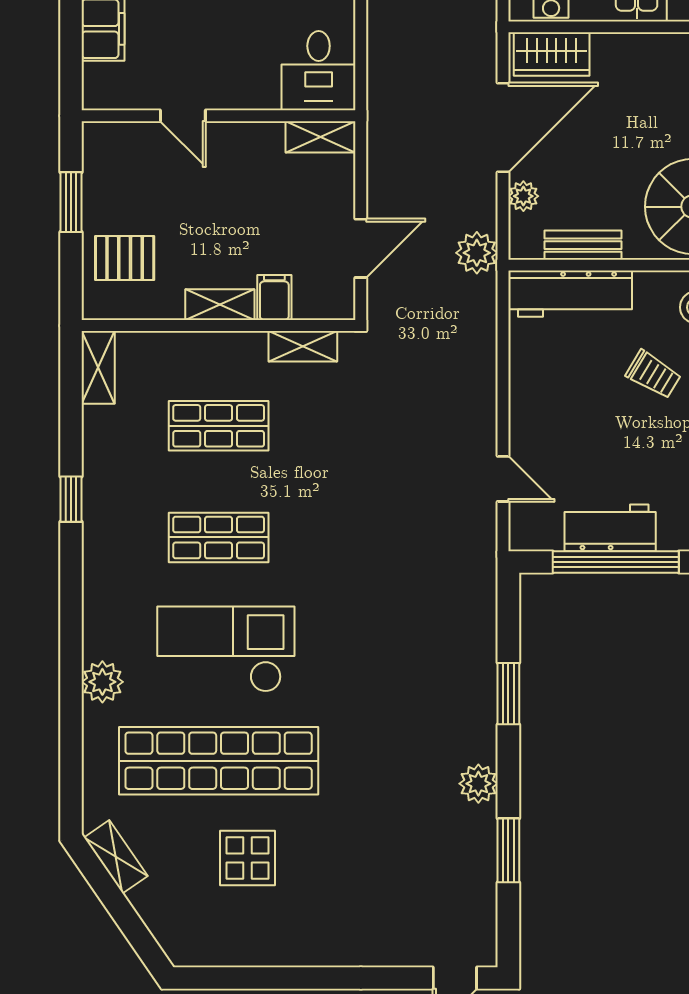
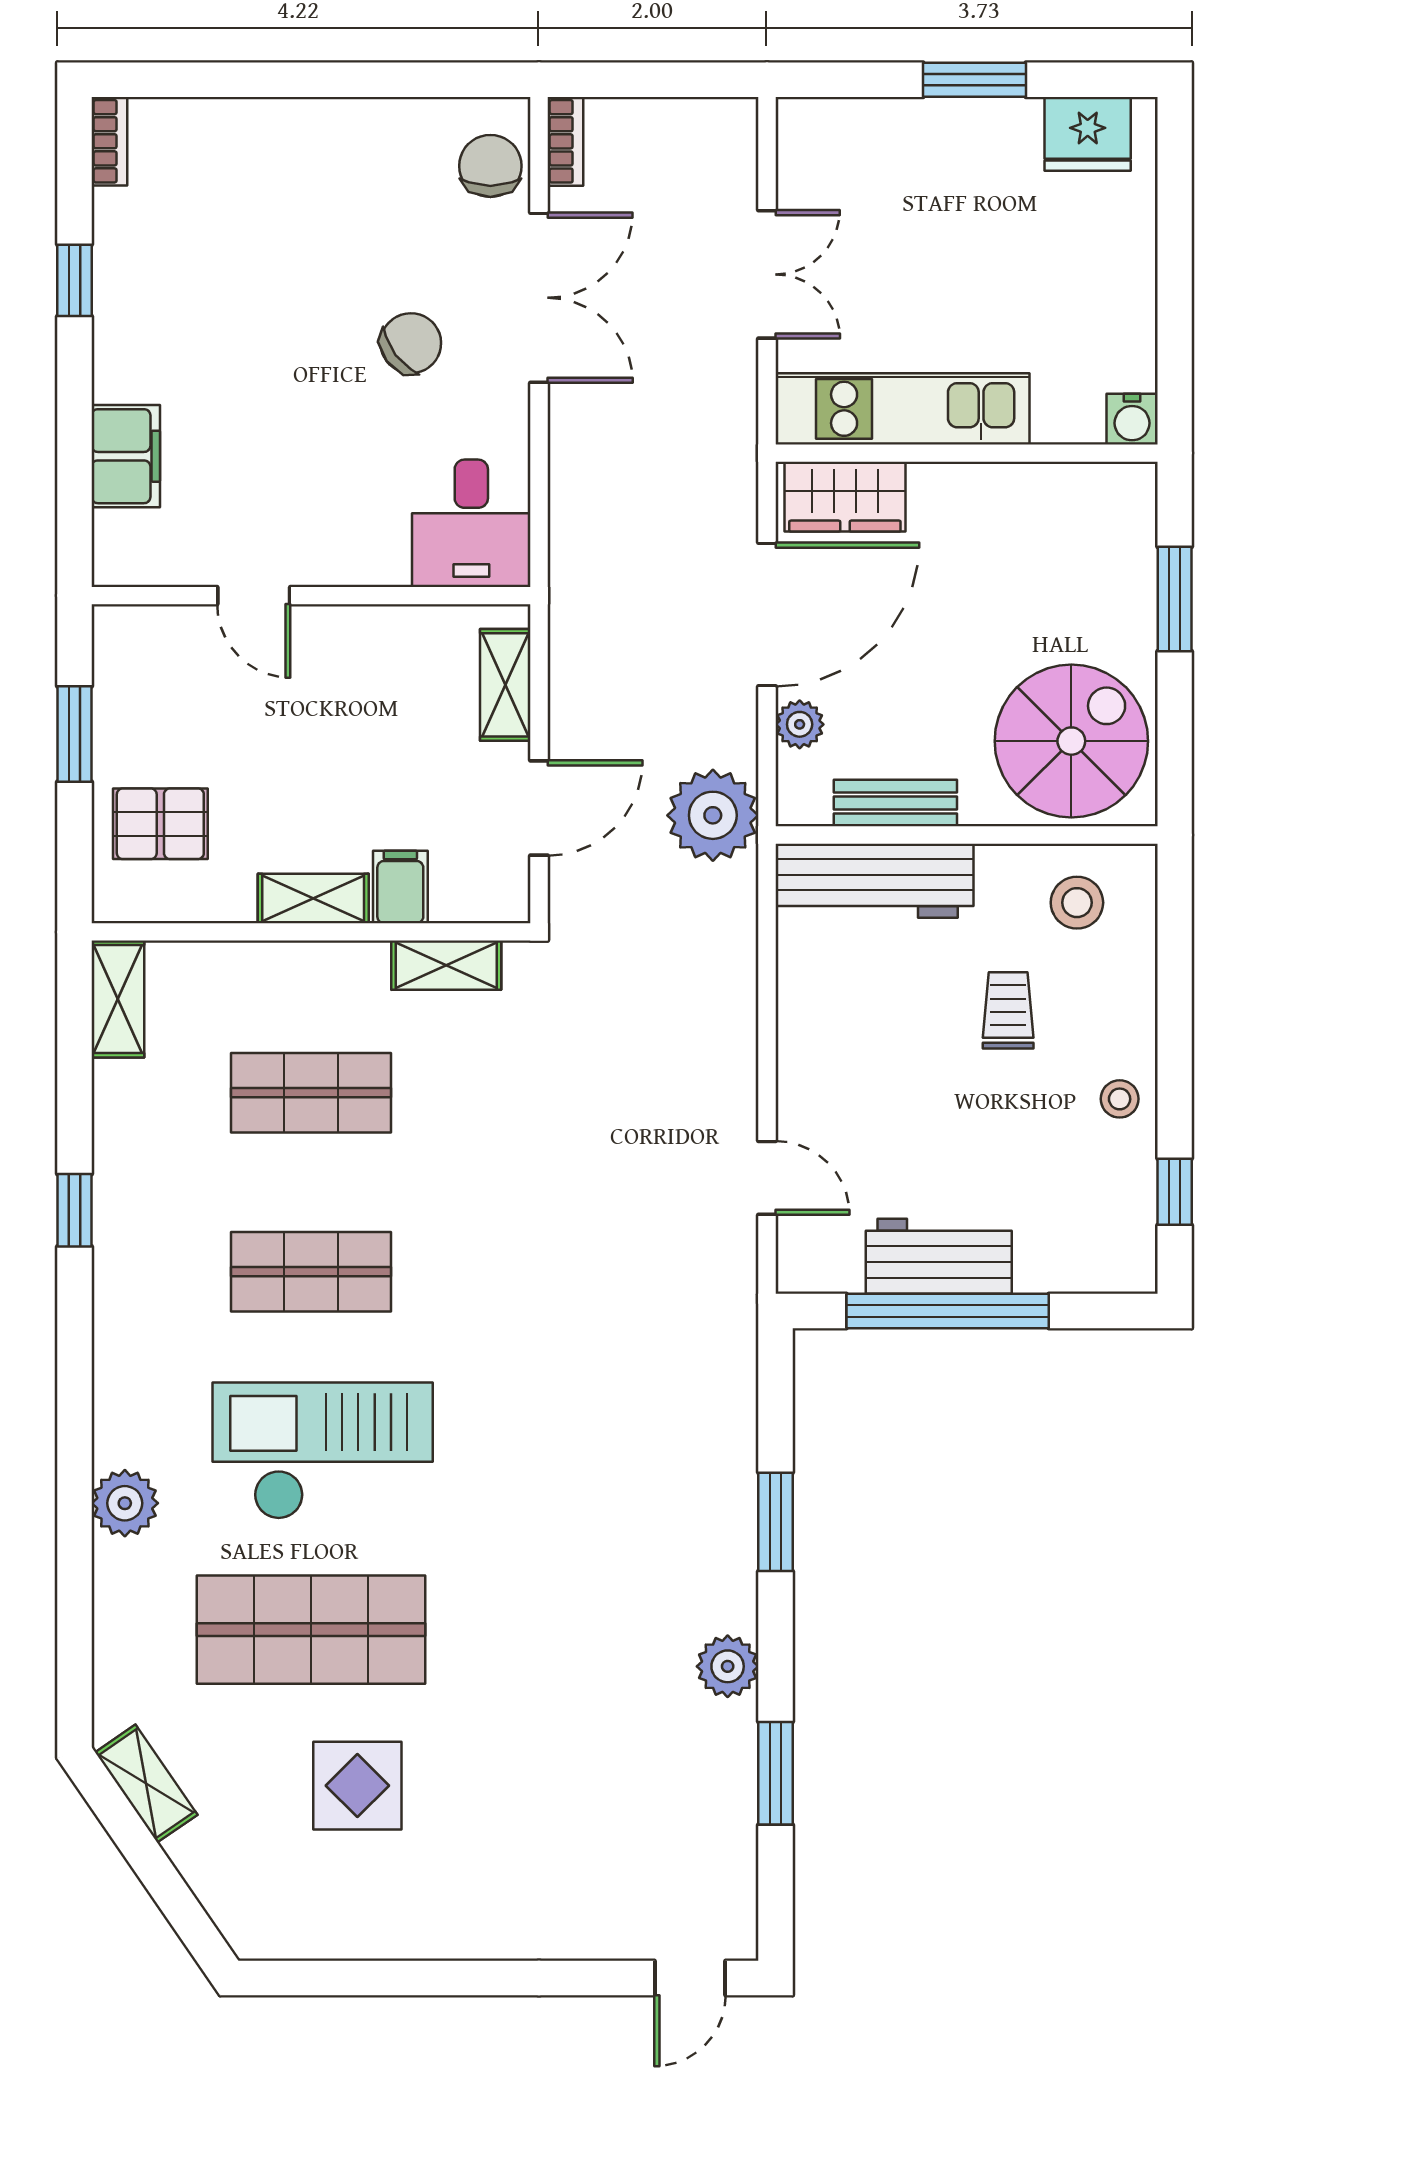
shelving: (321, 137) -> (505, 685), moved, turned 90
plant: (477, 253) -> (713, 815), width x1.36, depth x1.36
trolley: (653, 375) -> (1008, 1010), turned -121
shop shelf: (219, 761) -> (311, 1630), width x0.71

